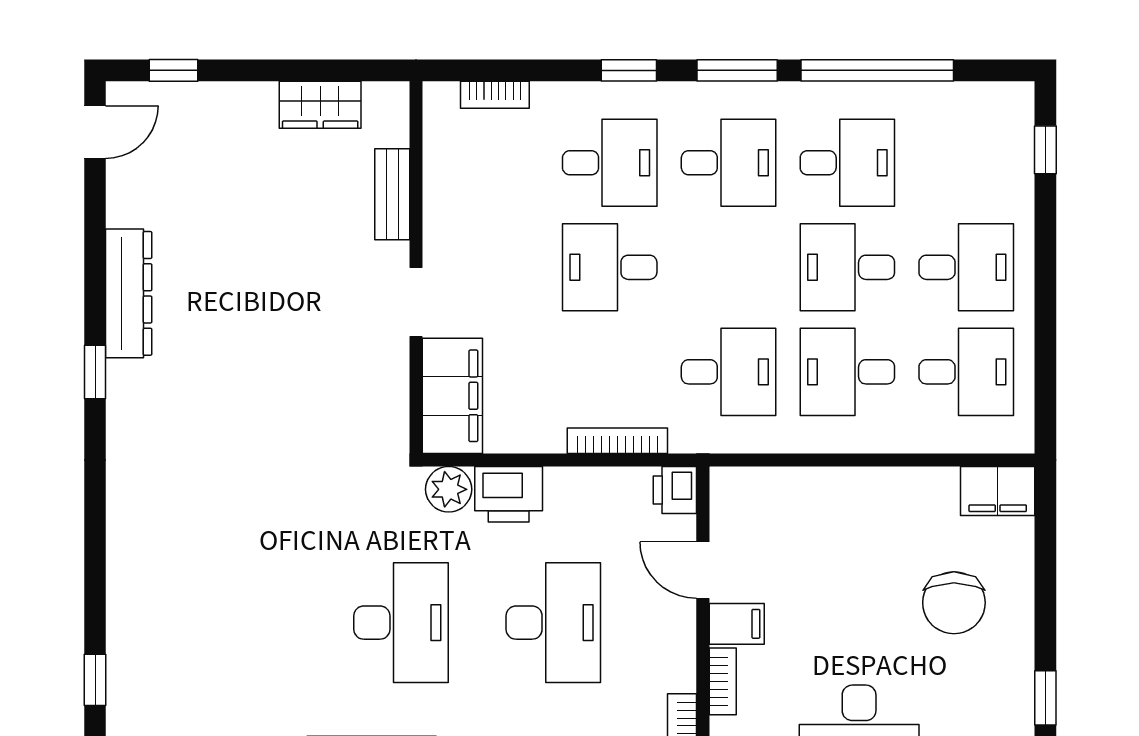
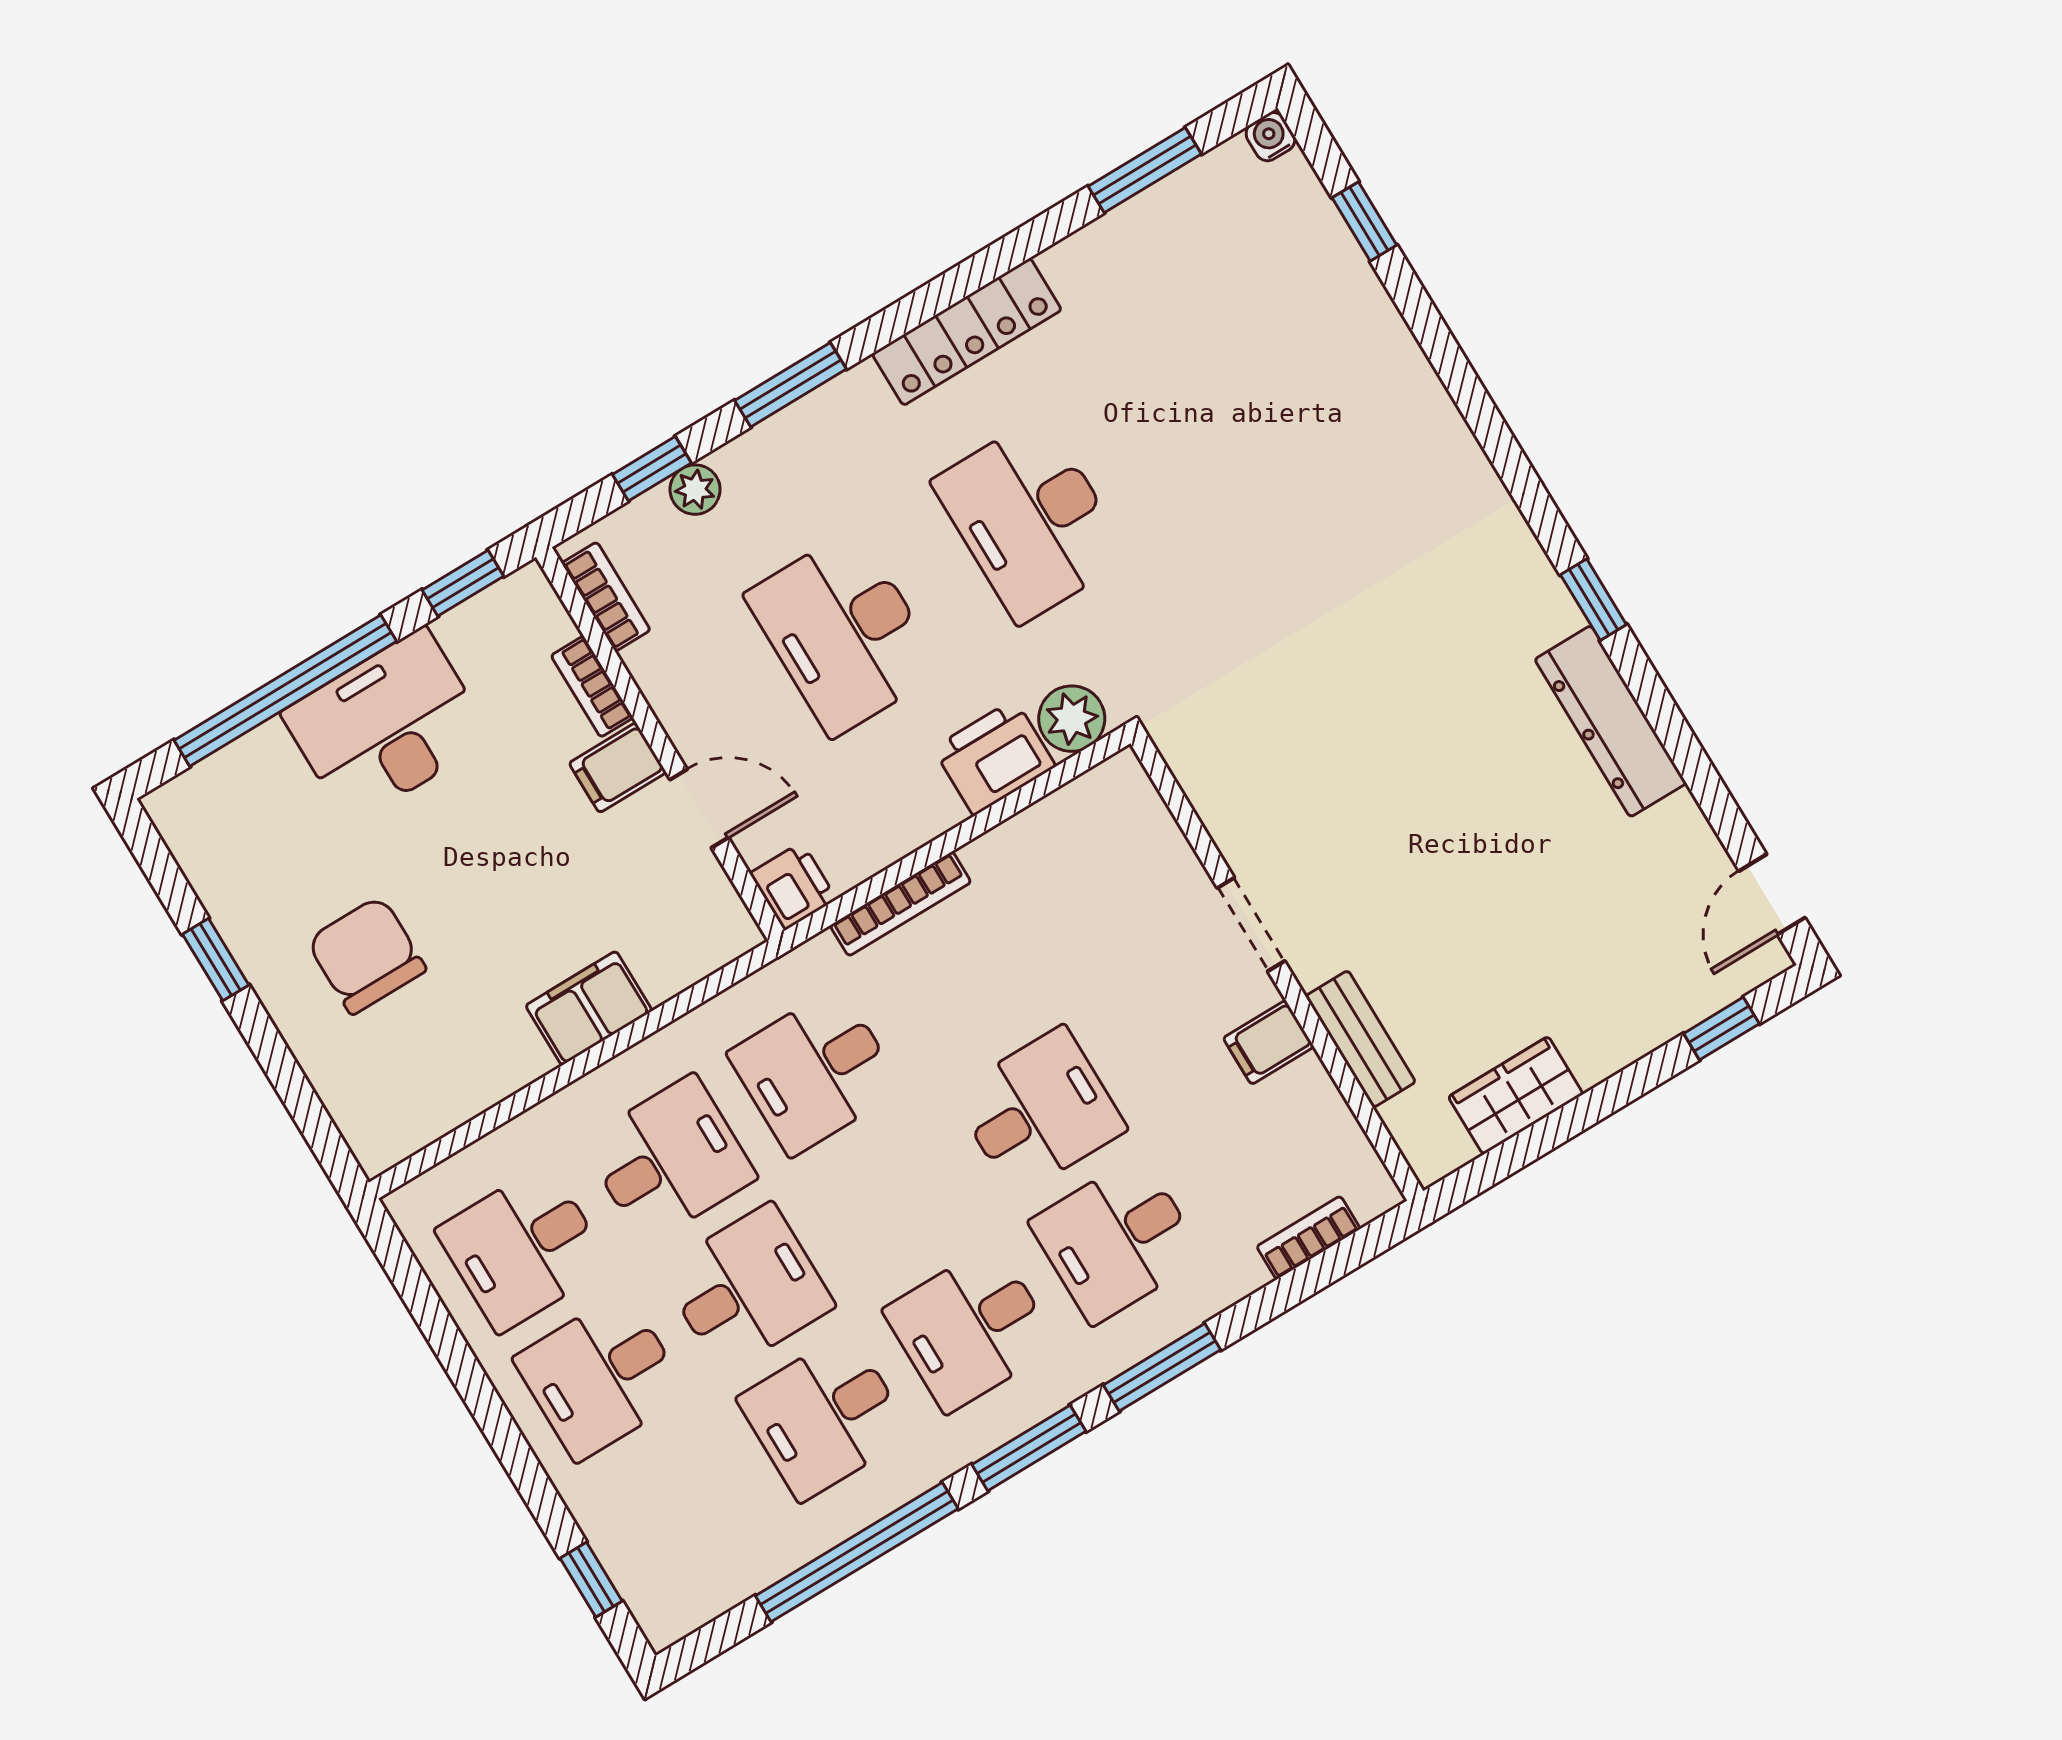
window: (629, 70) -> (1162, 1367), width x1.50
filing cabinet: (452, 396) -> (1269, 1042), moved, width x0.33, depth x0.86
filing cabinet: (998, 491) -> (589, 1008), moved
window: (1045, 698) -> (216, 960), moved

